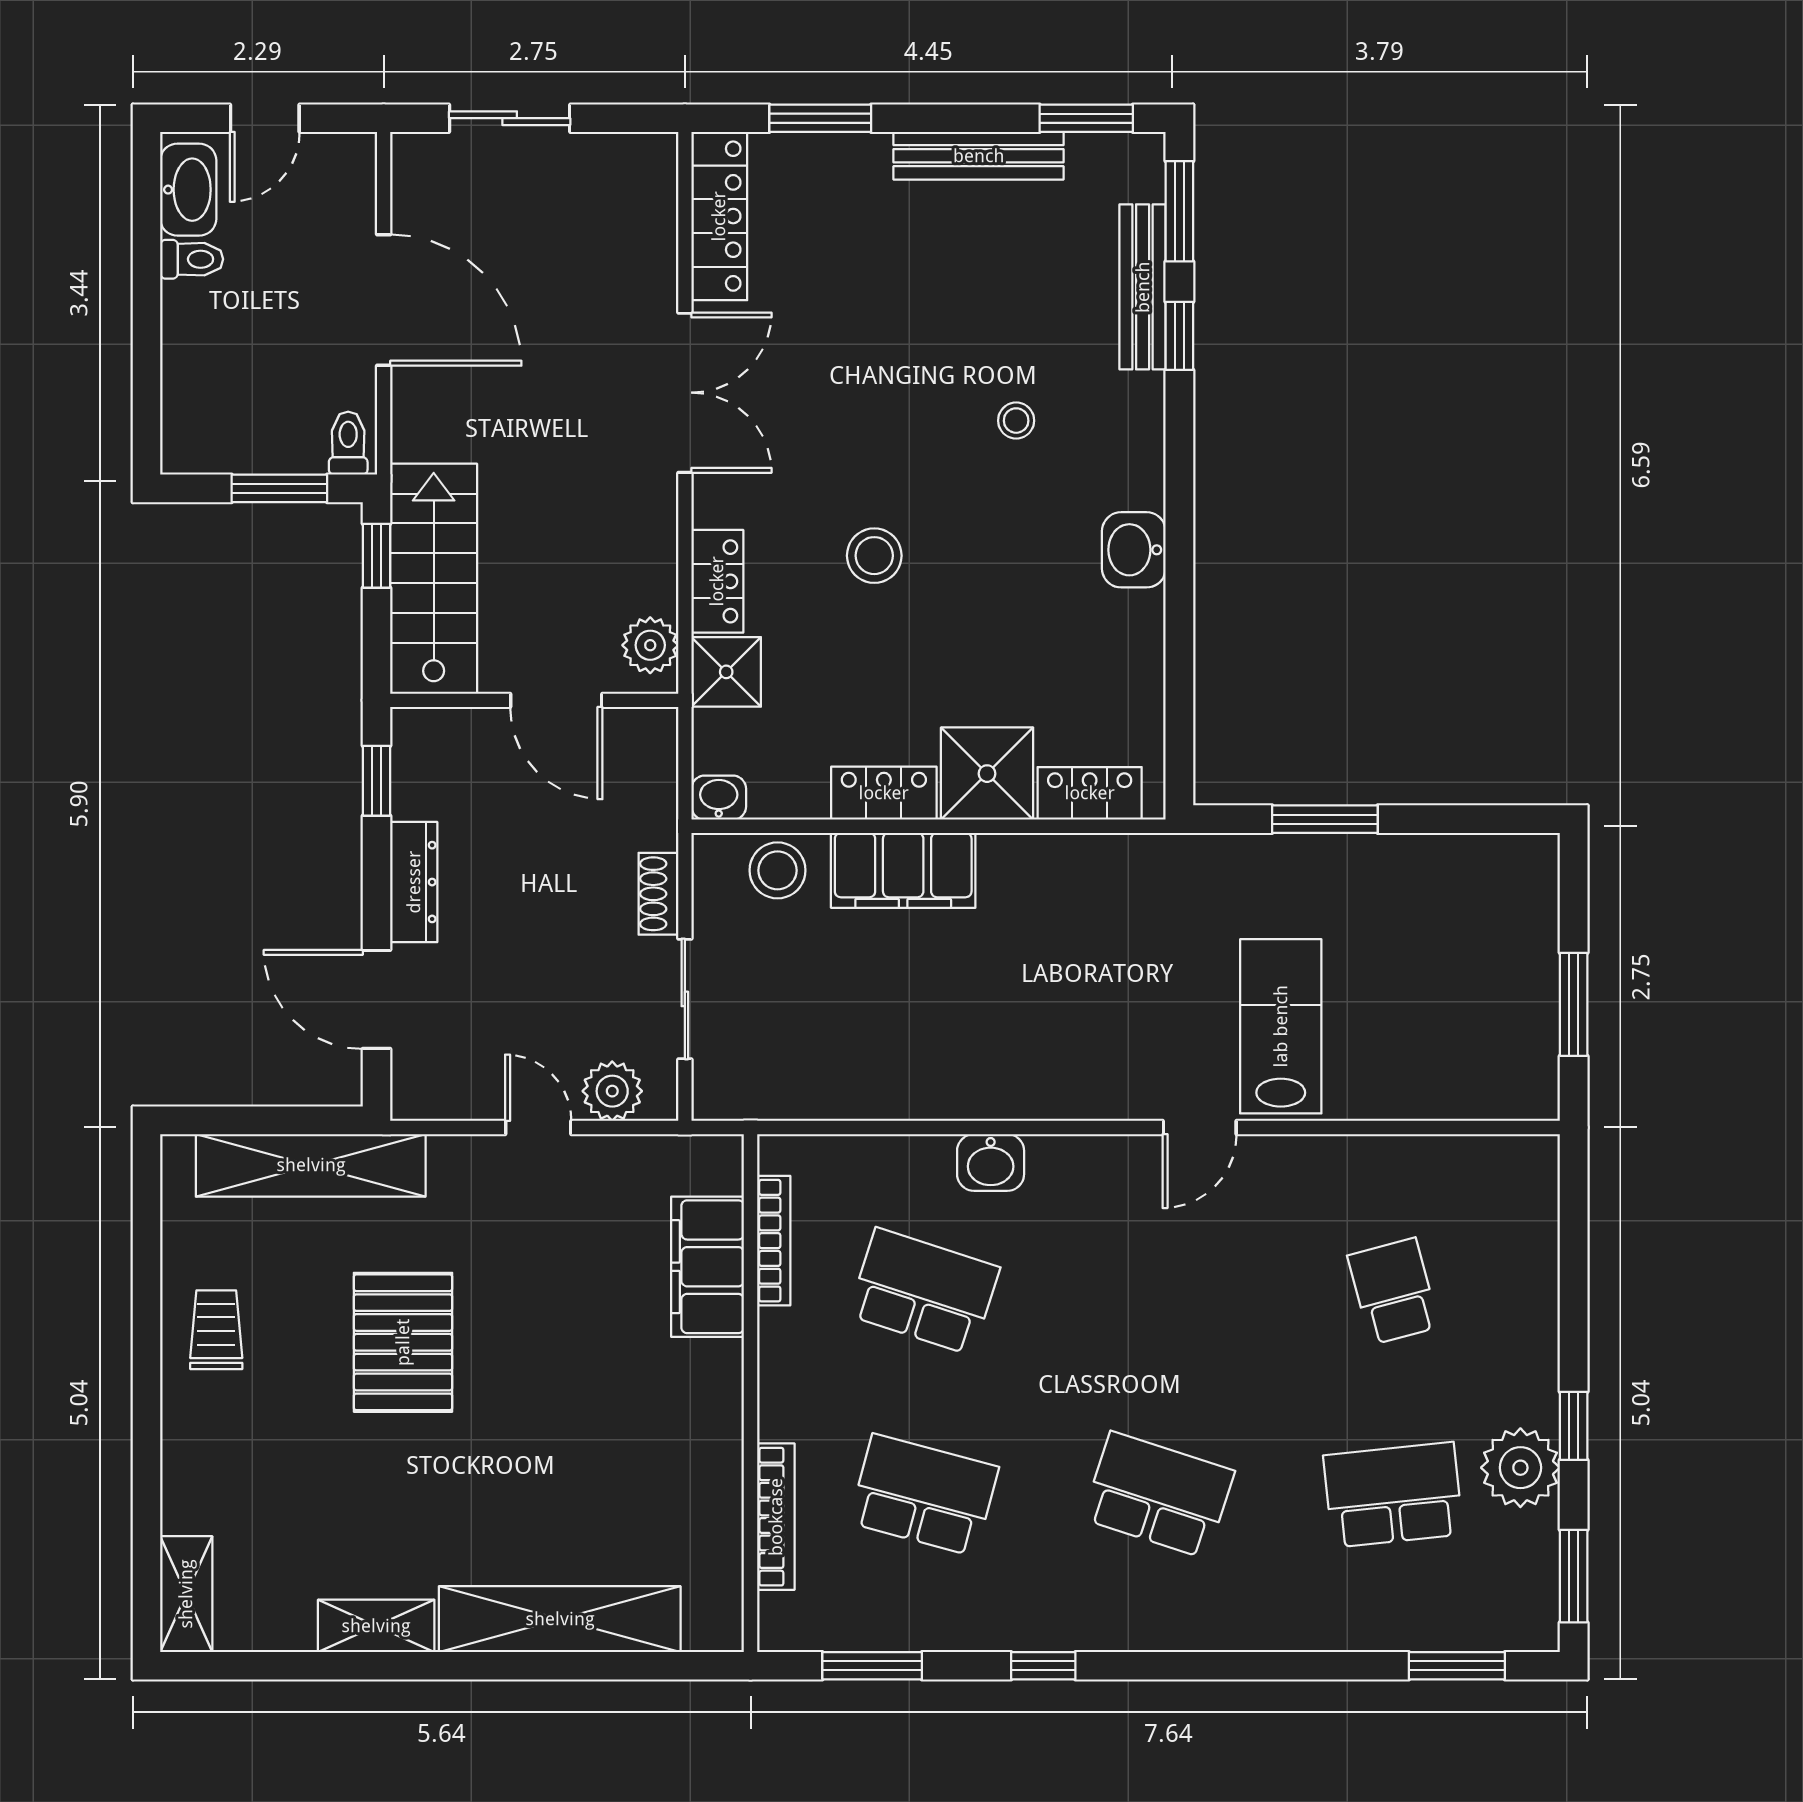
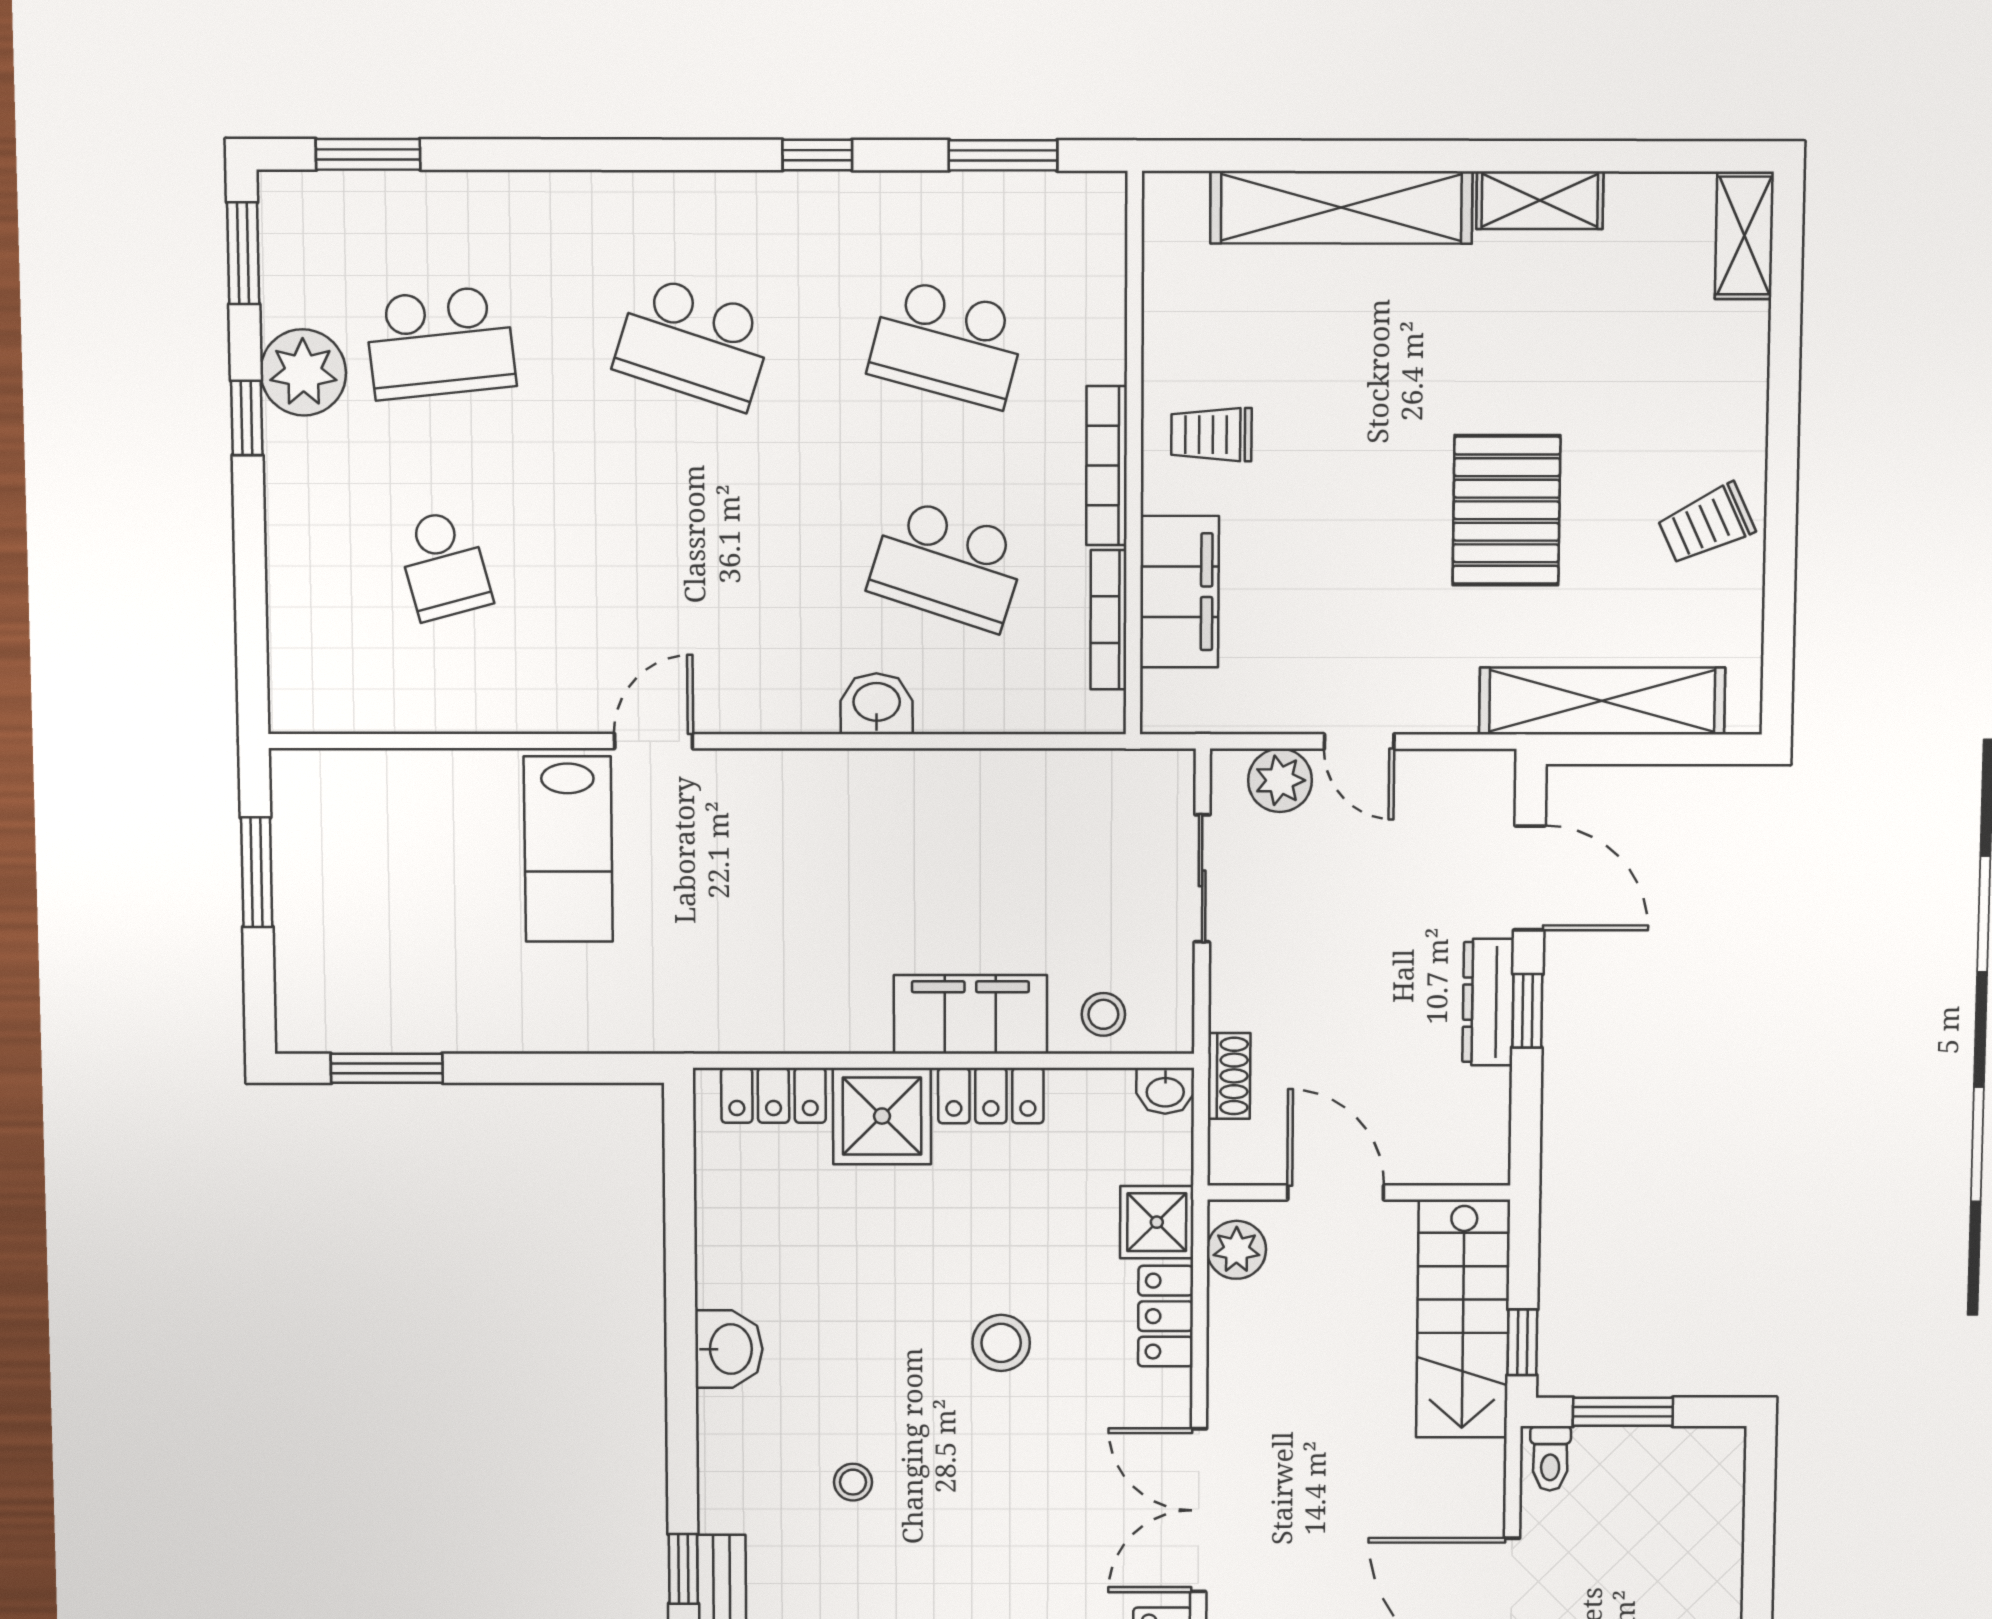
window: (377, 781) -> (1527, 1011), moved
window: (1325, 819) -> (387, 1068), moved
stool: (777, 870) -> (1103, 1014), width x0.73, depth x0.73
shoe rack: (658, 894) -> (1229, 1076), moved
trolley: (216, 1330) -> (1706, 524), turned 65
trolley: (678, 1412) -> (1211, 435), added
bookcase: (776, 1517) -> (1107, 466), moved

